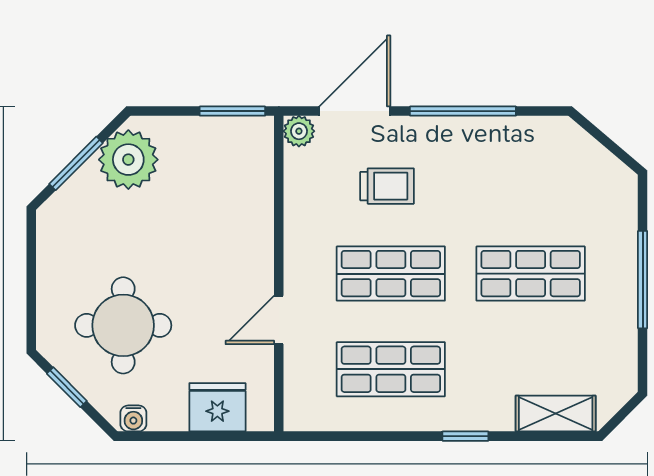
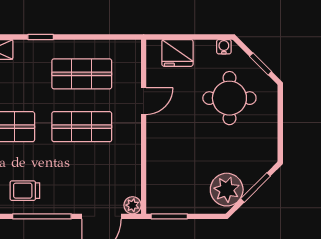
trolley: (387, 186) -> (25, 191), moved

